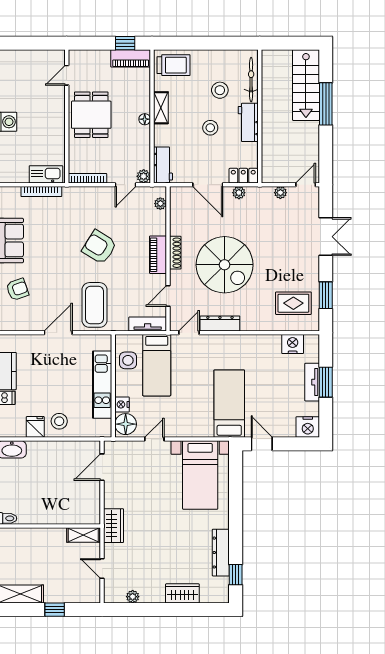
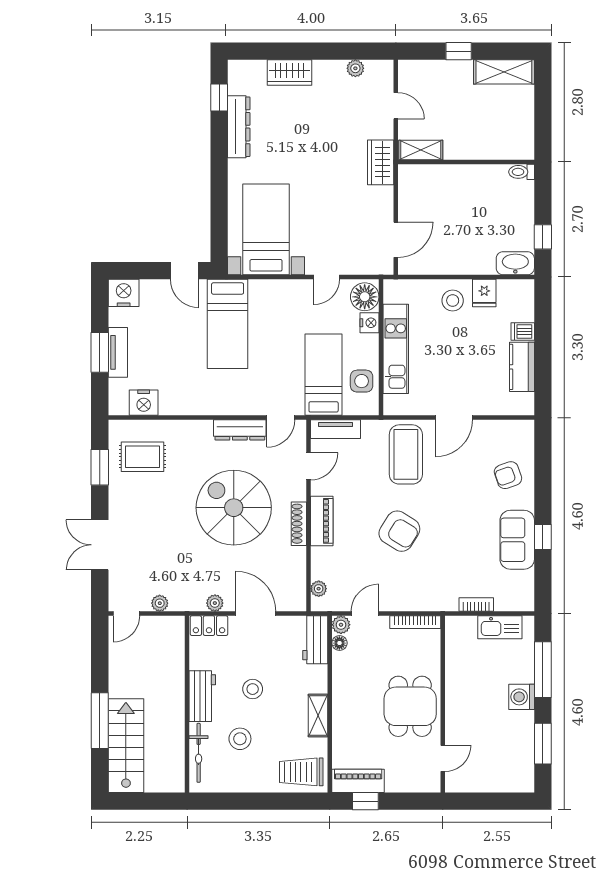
floor lamp: (145, 119) -> (339, 643), moved
kitchen sink: (46, 174) -> (500, 627), moved
bookcase: (41, 192) -> (476, 605), width x0.64

